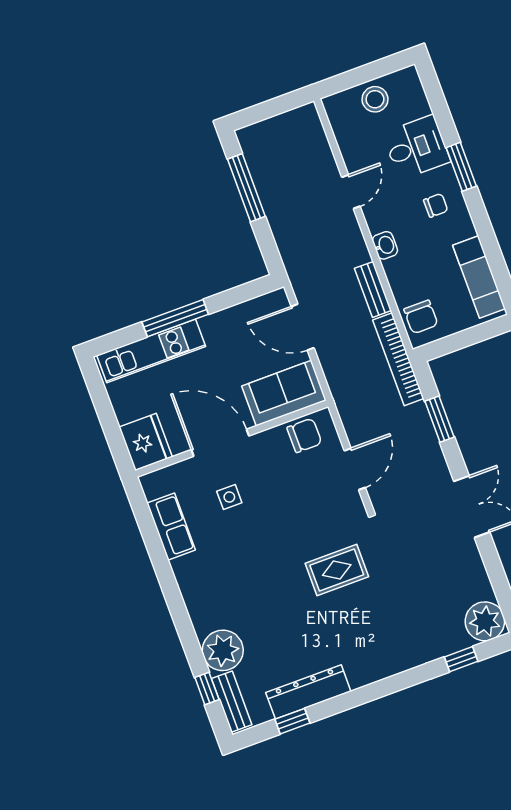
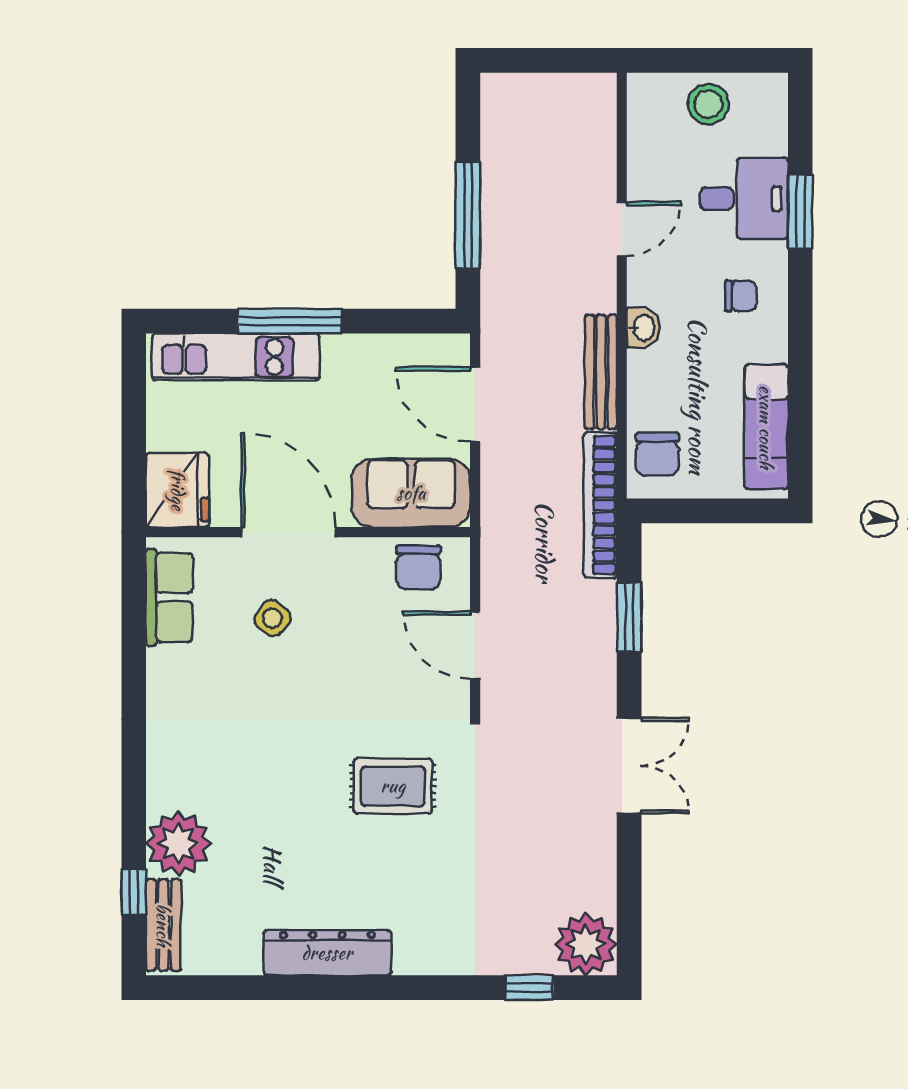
window: (461, 167) -> (800, 211), moved
window: (246, 188) -> (468, 215), moved
bench: (373, 289) -> (601, 372), width x1.36
chair: (304, 435) -> (418, 567), turned 90
door: (355, 469) -> (475, 645), swing flipped
side table: (229, 497) -> (272, 618), turned 35
row of seats: (171, 527) -> (169, 597), moved
dresser: (308, 692) -> (327, 953), moved
window: (292, 721) -> (243, 988), removed

